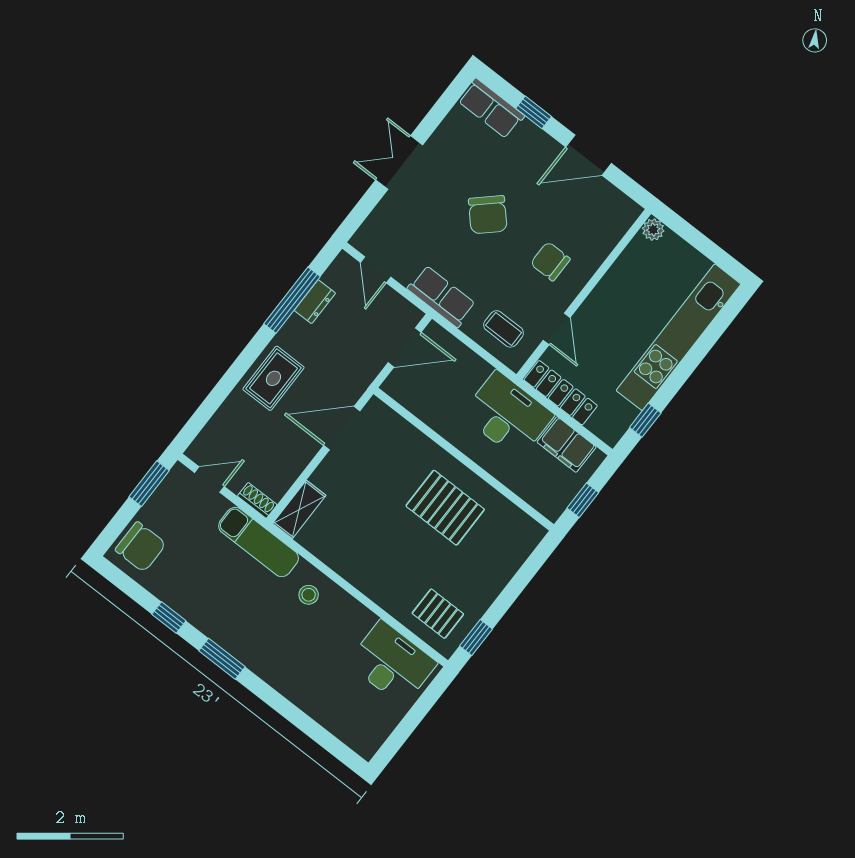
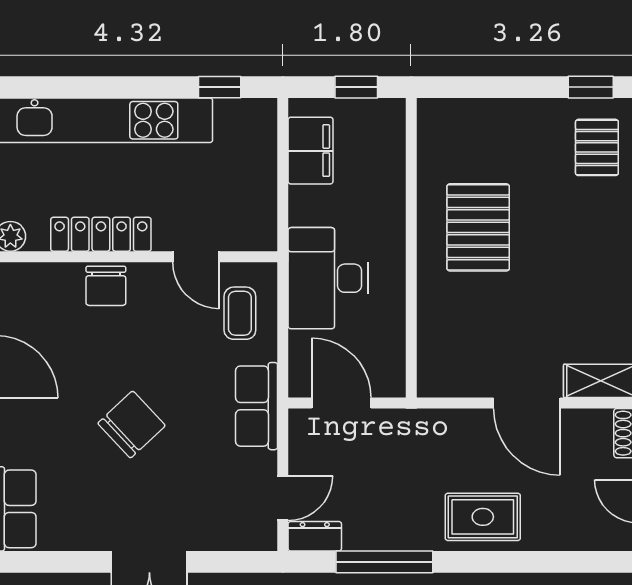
chair: (550, 261) -> (106, 286), moved
dresser: (315, 302) -> (315, 536), moved
door: (557, 329) -> (196, 257), swing flipped
locker: (561, 393) -> (101, 234), moved, turned 90
desk: (508, 415) -> (328, 278), moved
door: (342, 428) -> (527, 403), moved

